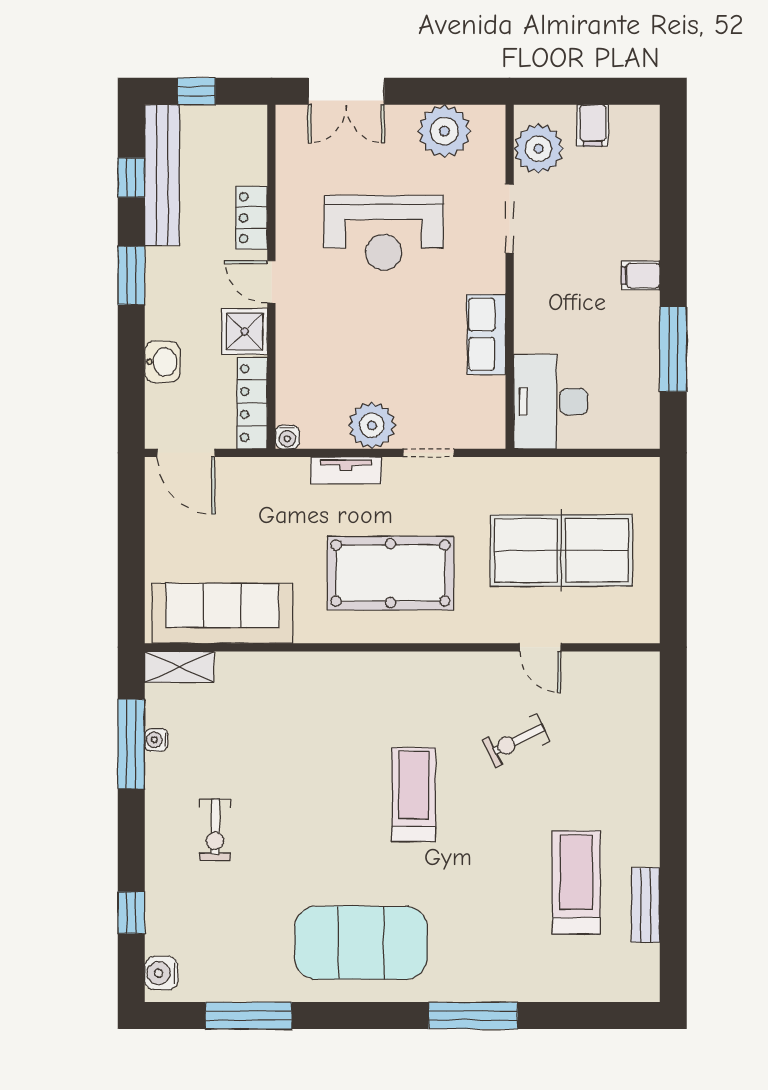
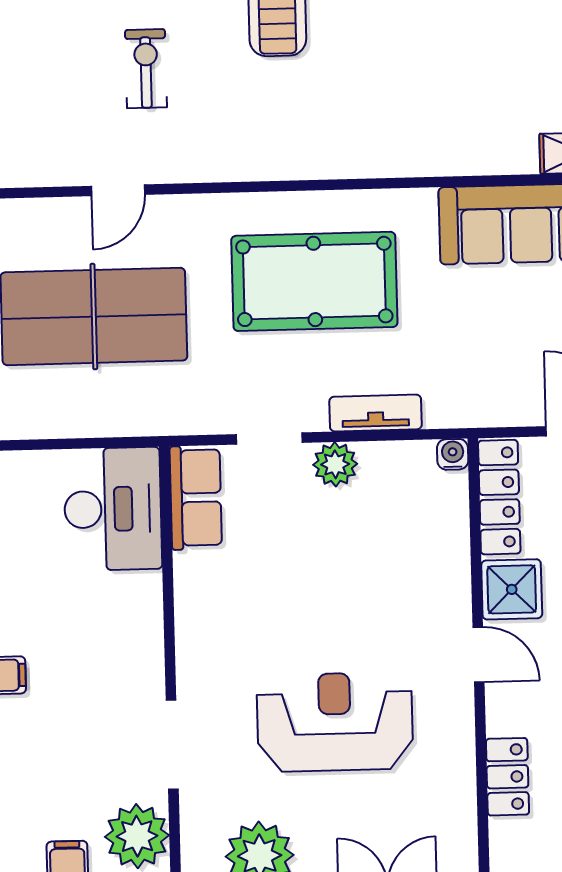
locker: (252, 218) -> (507, 777), moved
row of seats: (486, 334) -> (196, 498), moved
plant: (372, 425) -> (335, 464), width x0.73, depth x0.73
door: (540, 647) -> (118, 190), swing flipped
exercise bike: (516, 741) -> (146, 69), turned -64

